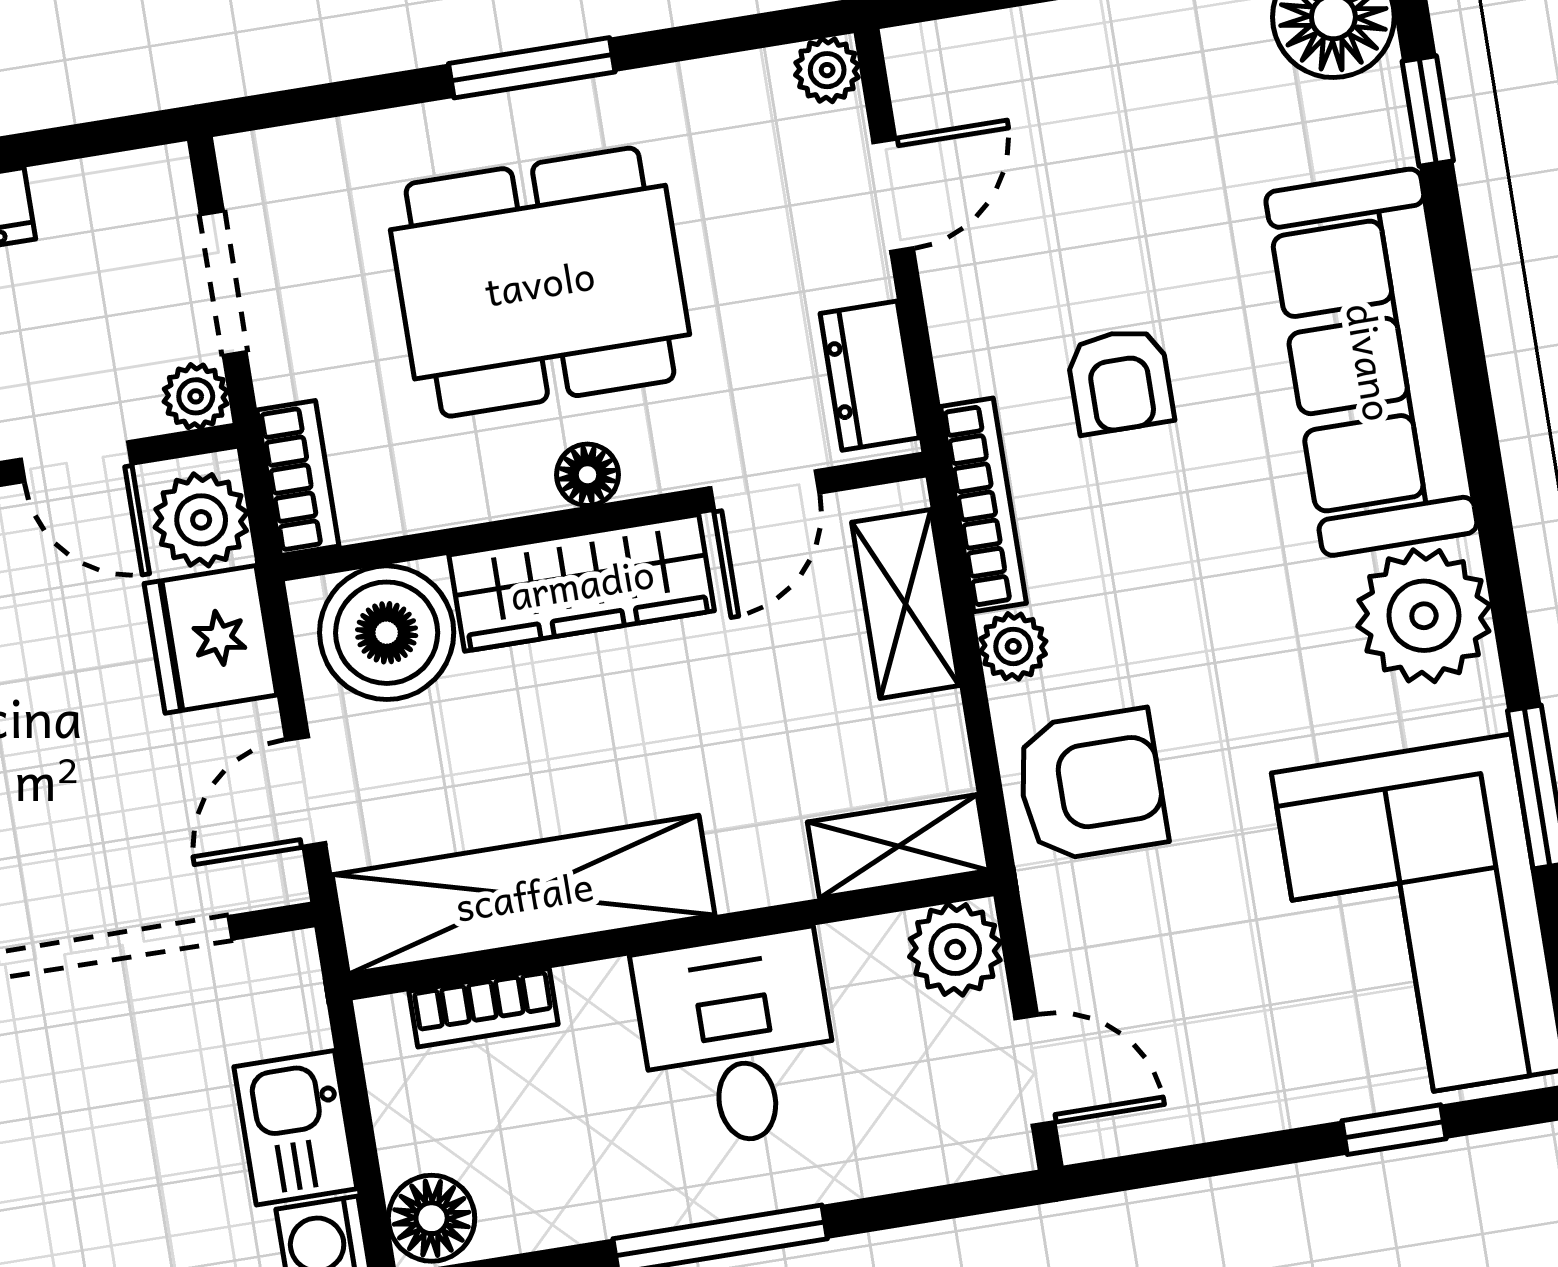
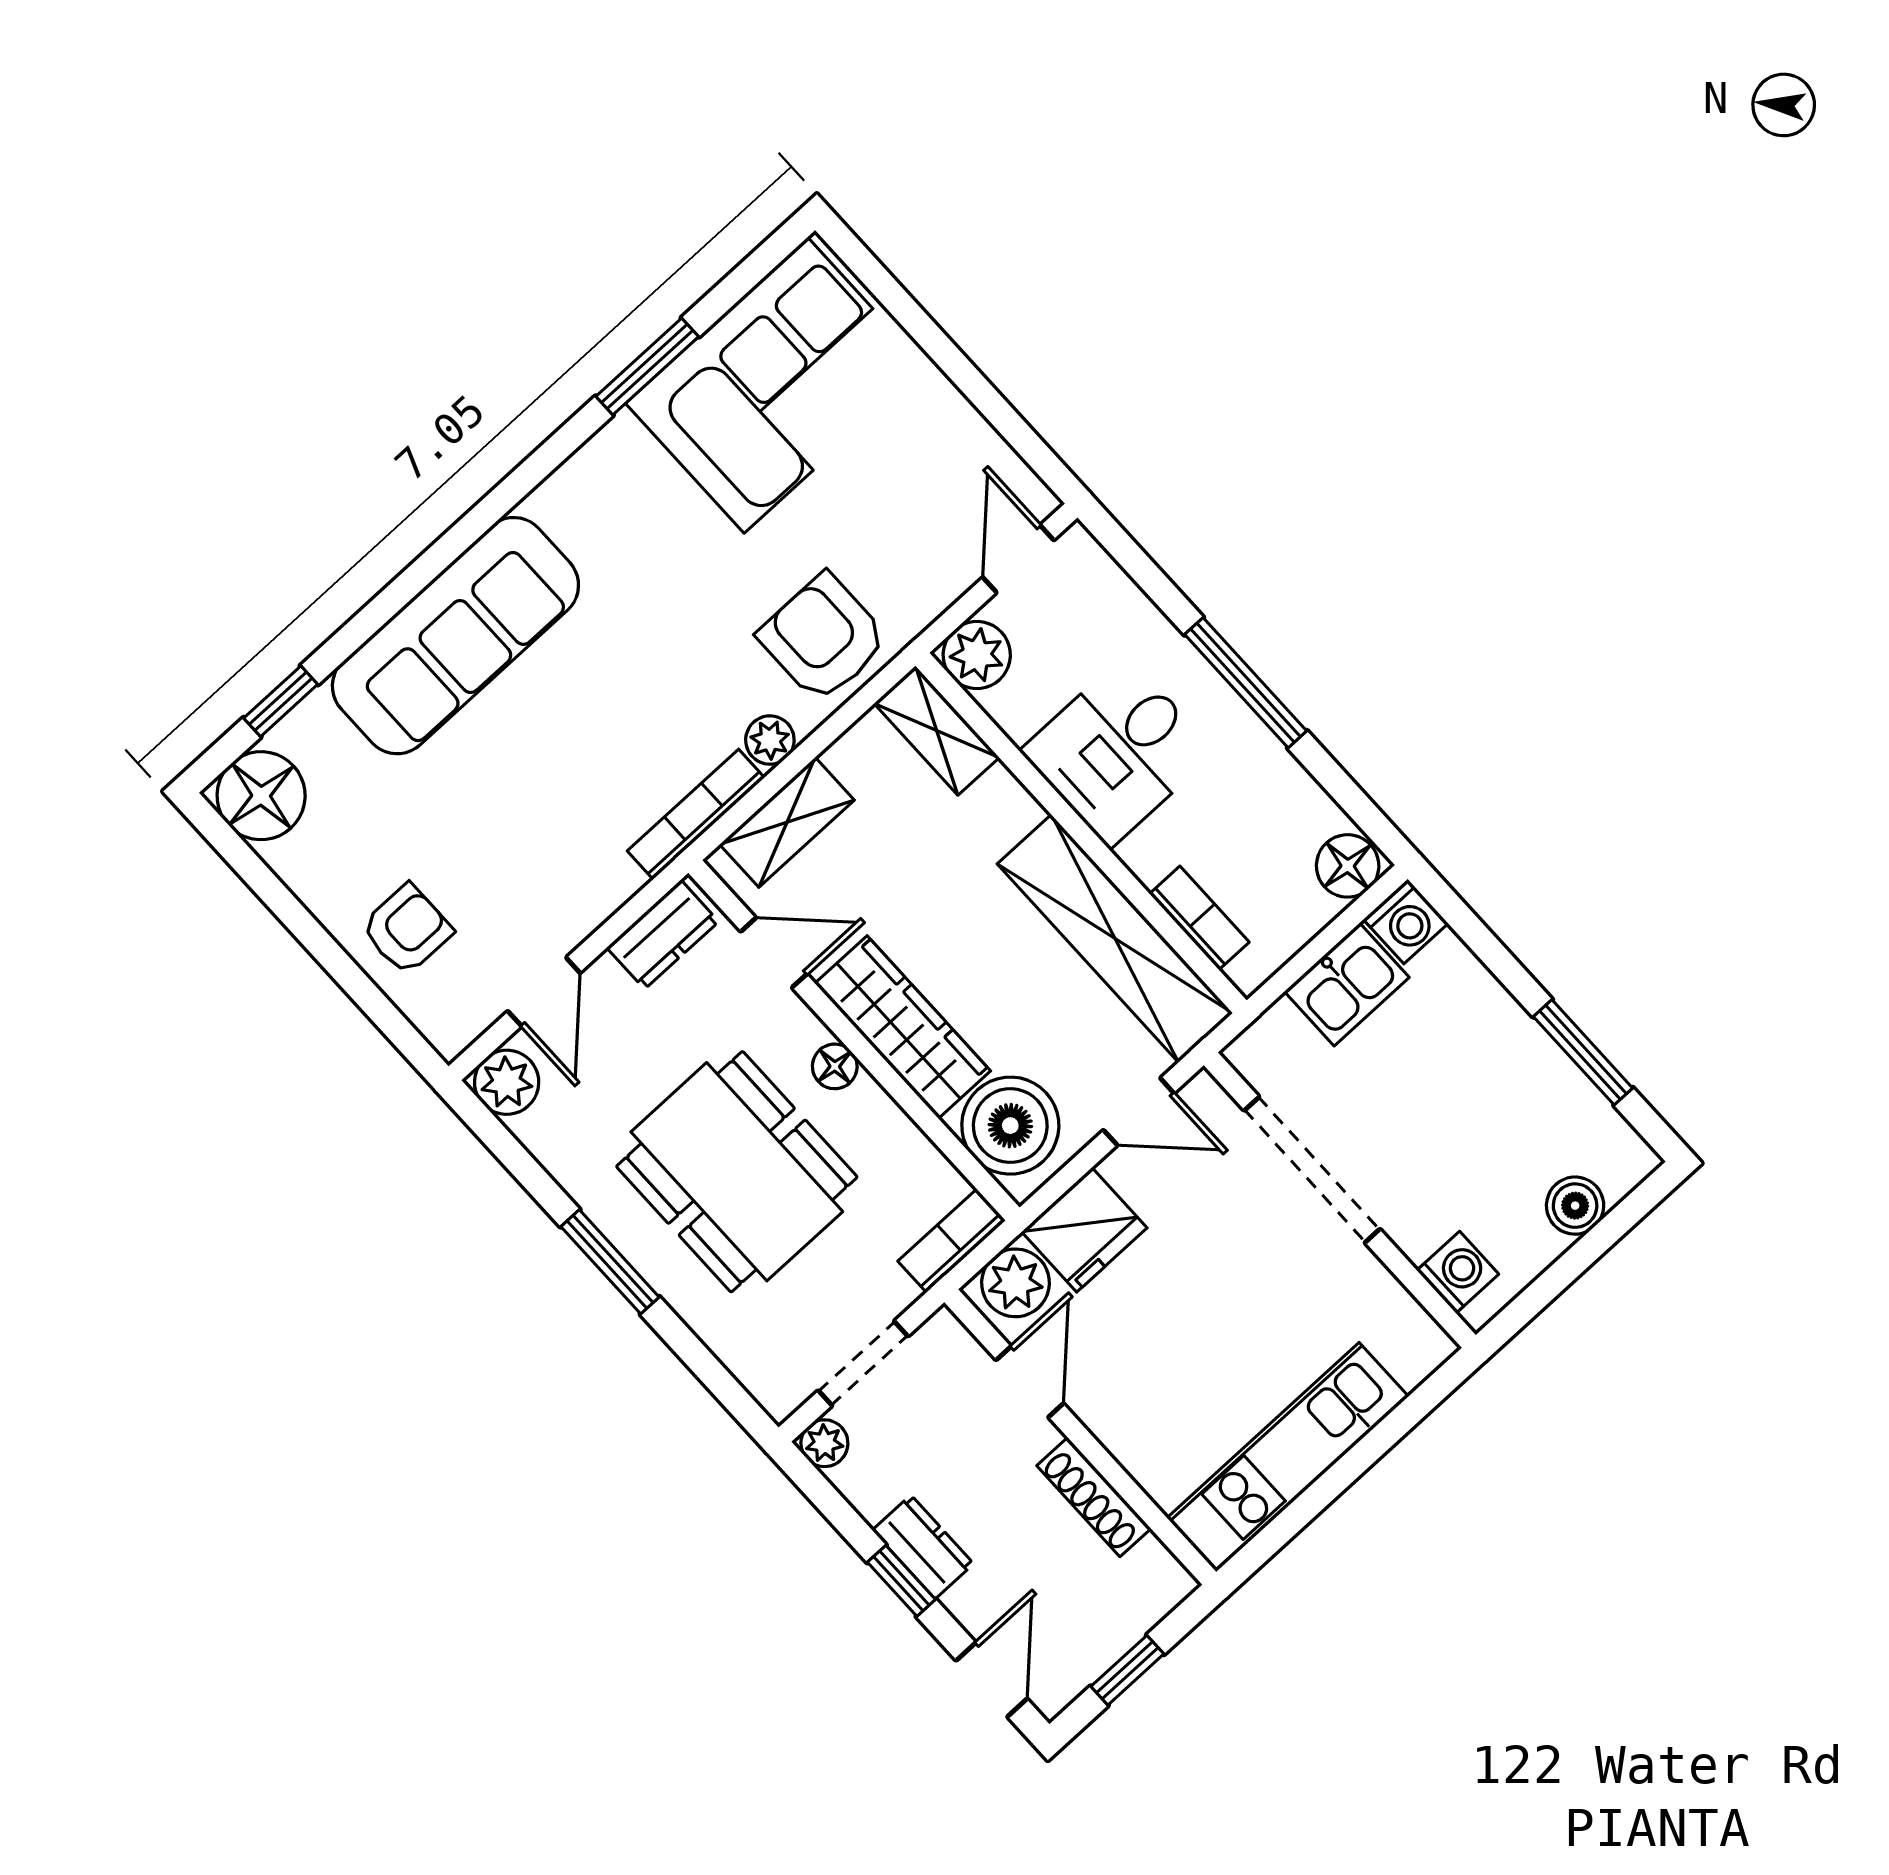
plant: (827, 70) -> (507, 1082), width x1.38, depth x1.38
door: (893, 195) -> (544, 992), swing flipped
armchair: (1120, 381) -> (407, 929), moved
plant: (196, 396) -> (824, 1443), moved
plant: (1424, 616) -> (588, 503), removed
window: (1394, 1130) -> (912, 317), removed

